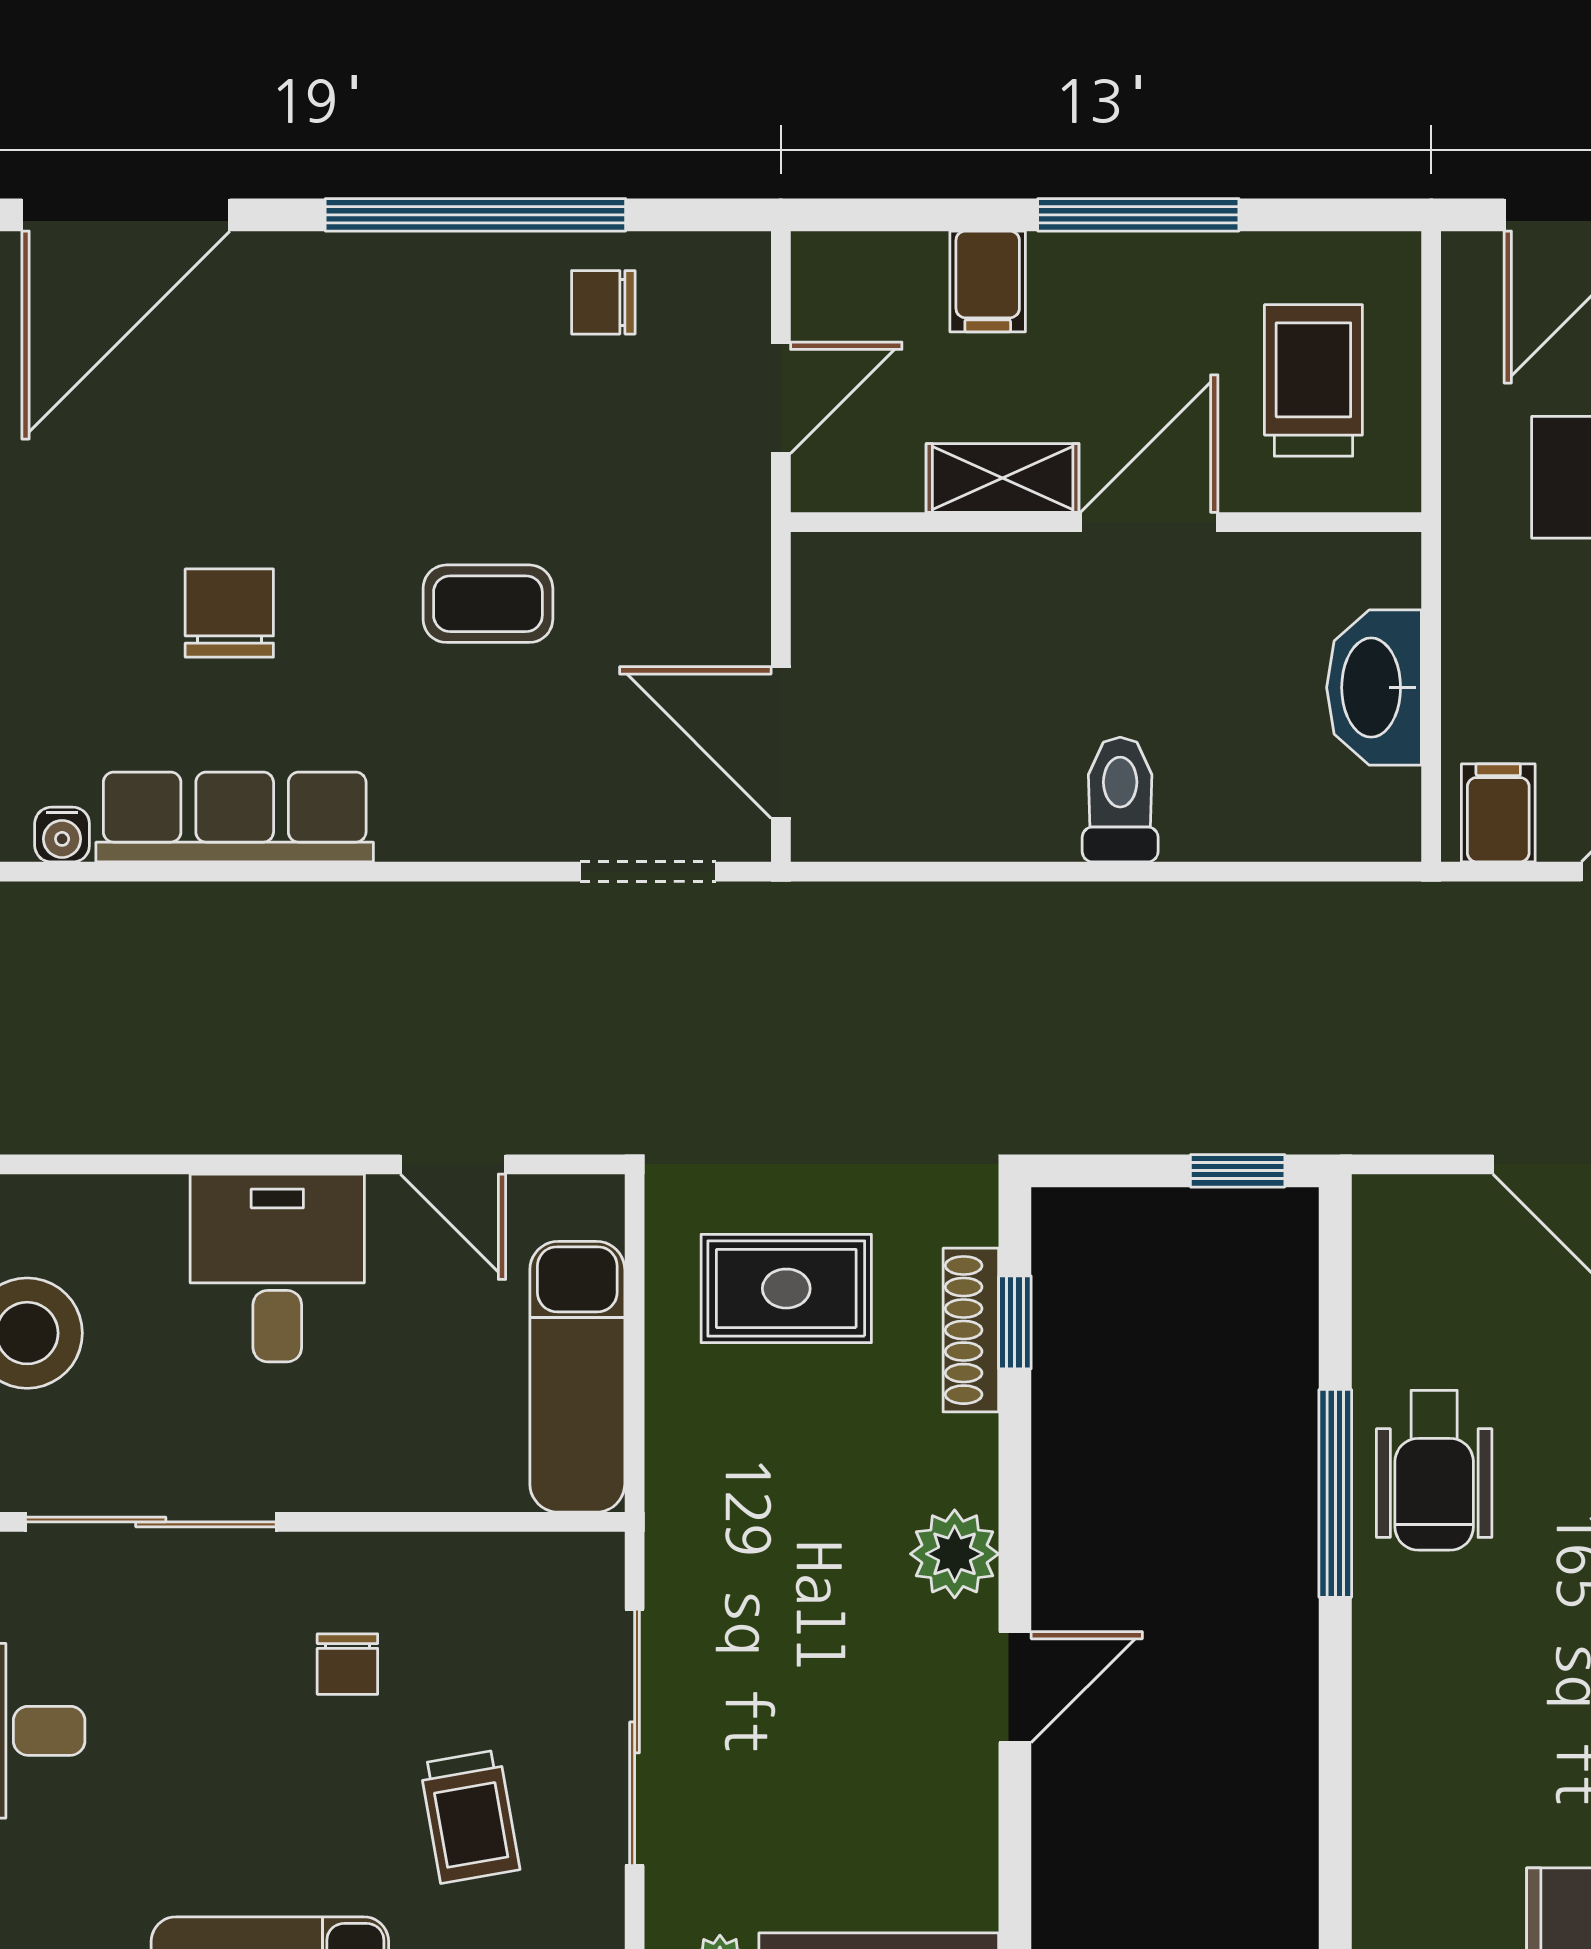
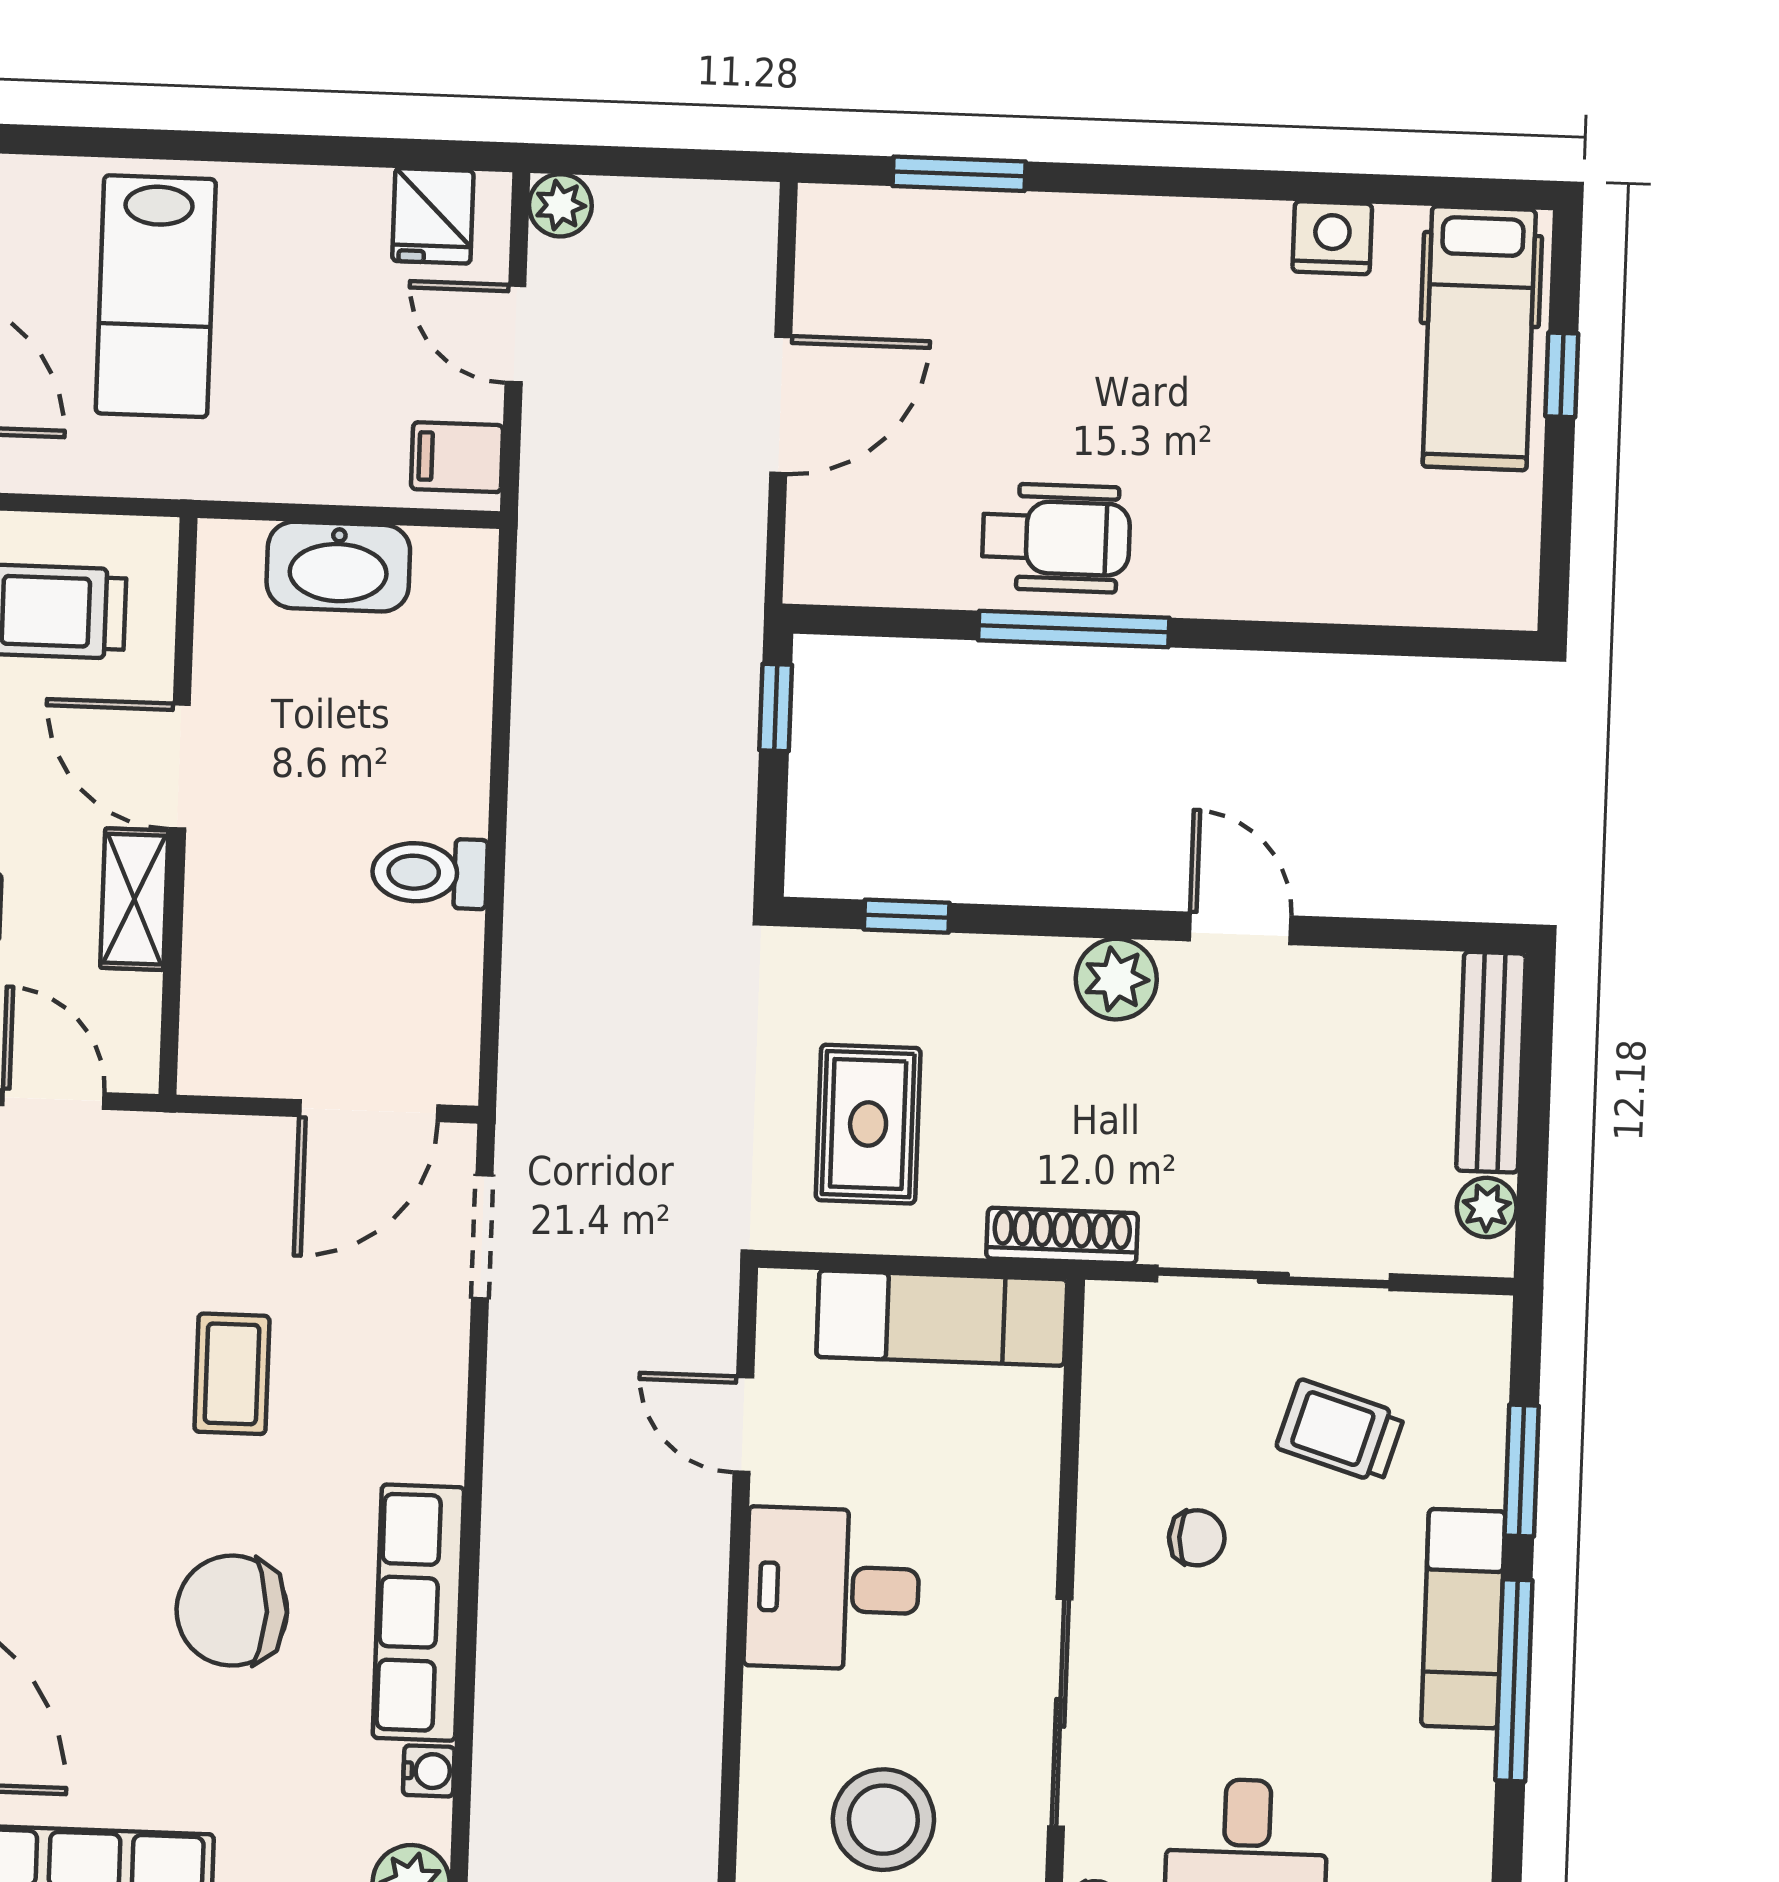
chair: (229, 613) -> (232, 1611), width x1.37, depth x1.37
toilet: (1120, 800) -> (430, 873), moved
door: (453, 1164) -> (743, 1425), swing flipped
shoe rack: (971, 1330) -> (1062, 1236), moved, turned 180
trolley: (470, 1817) -> (1340, 1431), turned -153

